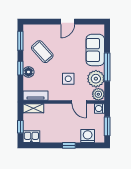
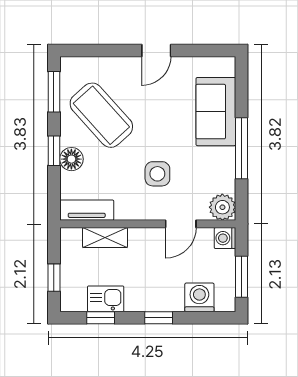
coffee table: (42, 52) -> (101, 115), width x1.36, depth x1.32
plant: (96, 79) -> (217, 174), removed
door: (79, 102) -> (181, 224), hinge flipped
shelving: (33, 108) -> (105, 238), moved
kitchen sink: (31, 137) -> (106, 299), moved
window: (42, 145) -> (101, 318), added

